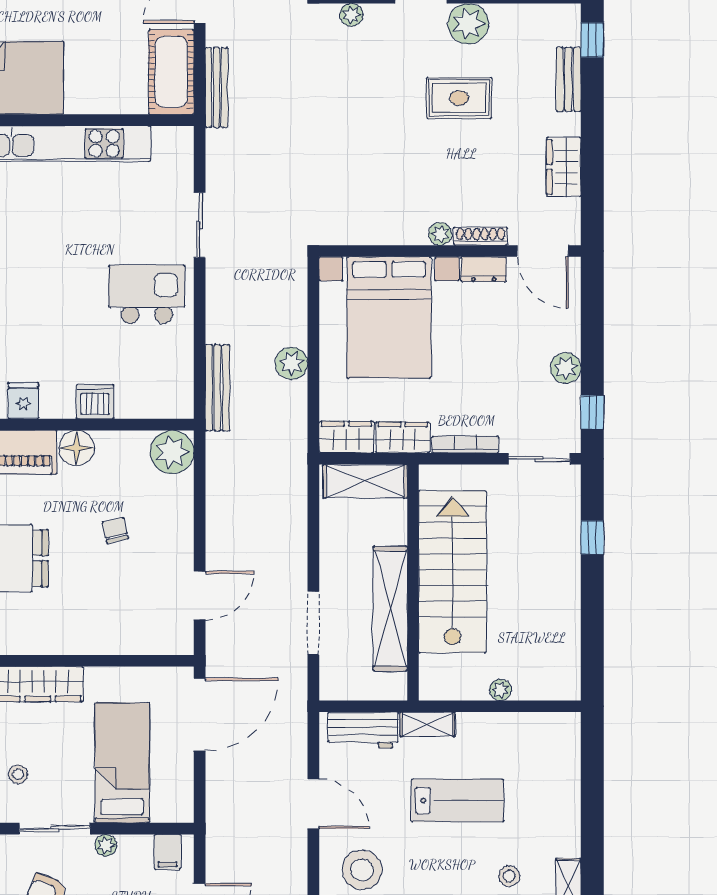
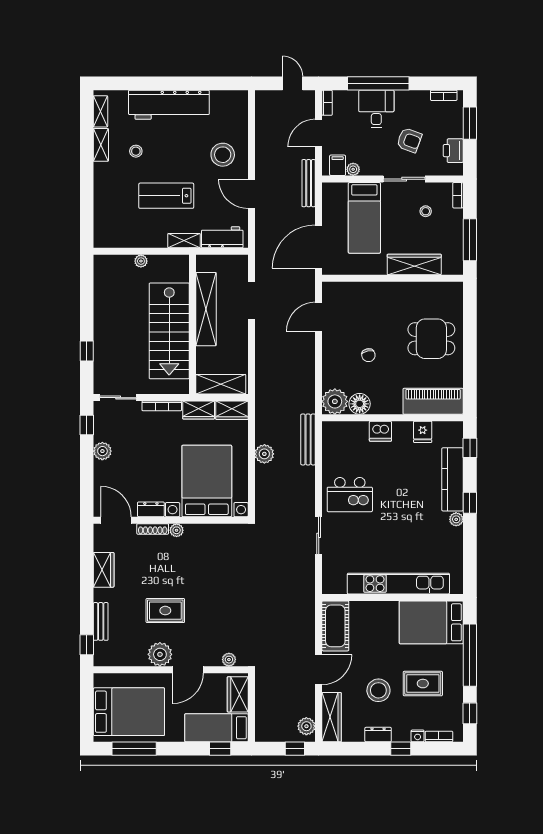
bench: (216, 87) -> (309, 183), moved
floor lamp: (77, 448) -> (360, 404), moved
plant: (106, 845) -> (353, 169), moved

